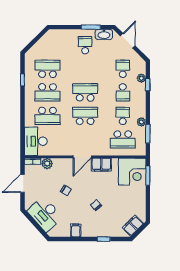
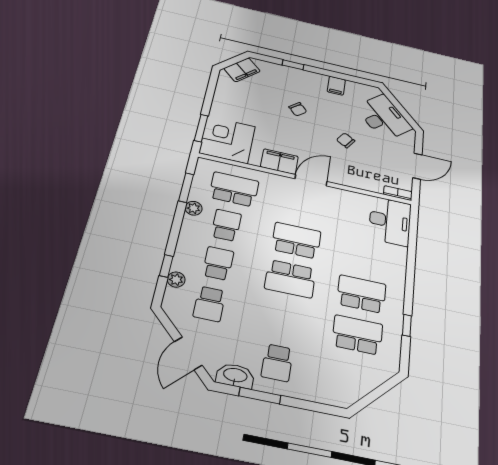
school desk: (47, 69) -> (357, 335), turned 180
school desk: (47, 116) -> (365, 256), removed
school desk: (85, 116) -> (296, 240), turned 180
school desk: (123, 116) -> (226, 225), turned 180
plant: (47, 164) -> (373, 184), removed

